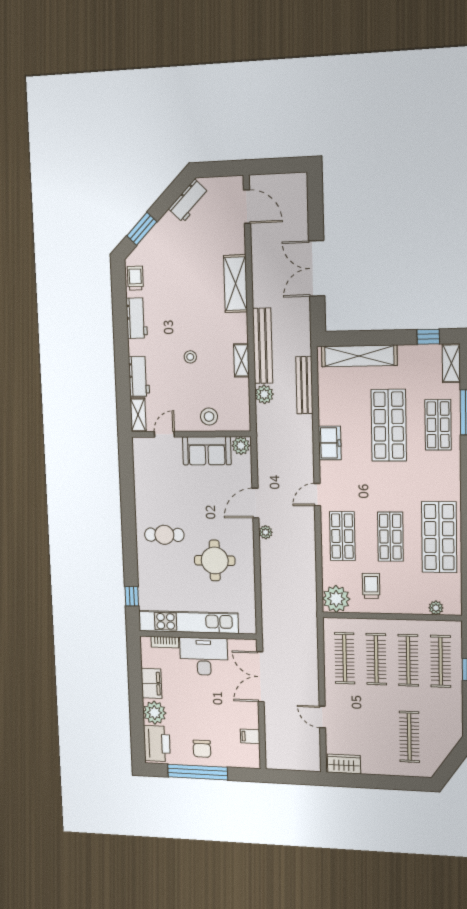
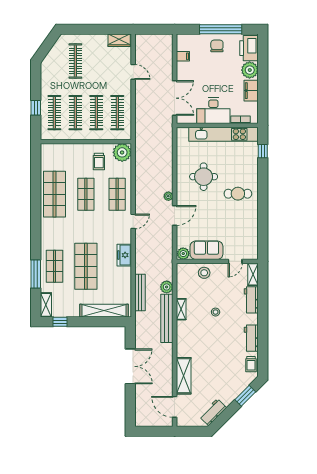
shelving: (235, 284) -> (184, 376), moved
plant: (436, 608) -> (57, 148), removed

